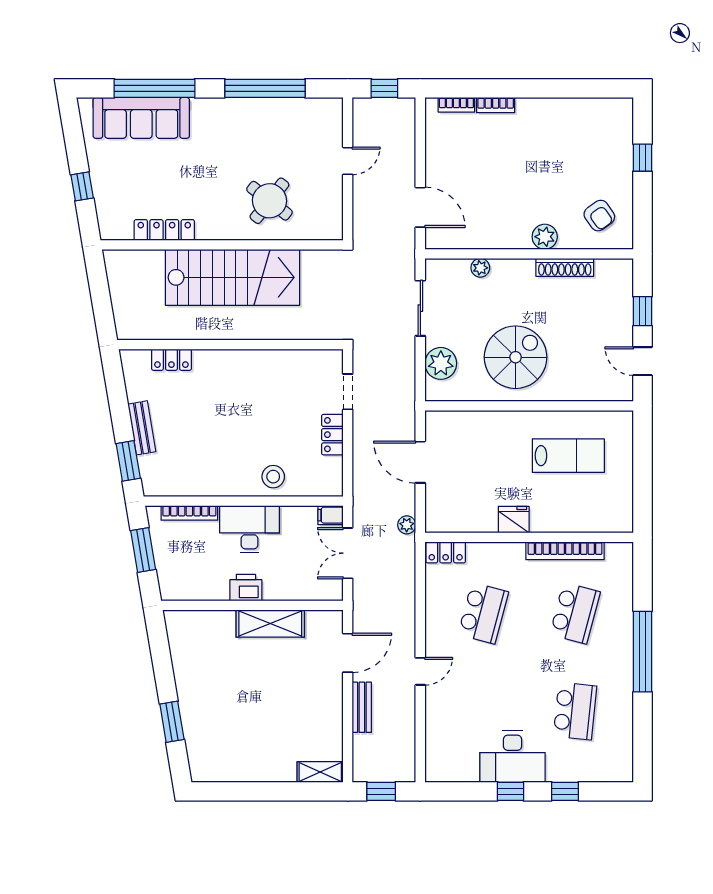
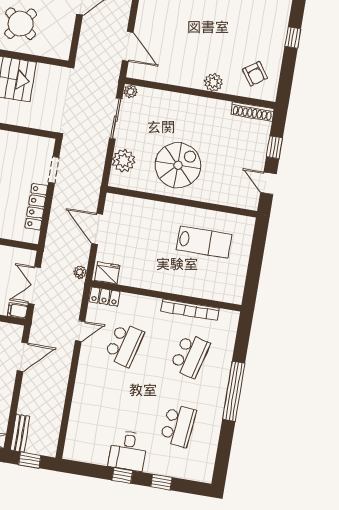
shoe rack: (565, 267) -> (252, 112), moved
plant: (480, 268) -> (130, 91), moved
locker: (332, 435) -> (36, 207), width x1.53
filing cabinet: (331, 515) -> (17, 311), moved
fridge: (514, 520) -> (107, 273), moved
door: (420, 671) -> (80, 331), moved
bench: (362, 707) -> (20, 433), moved
desk: (513, 757) -> (128, 451), width x0.73

